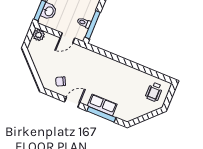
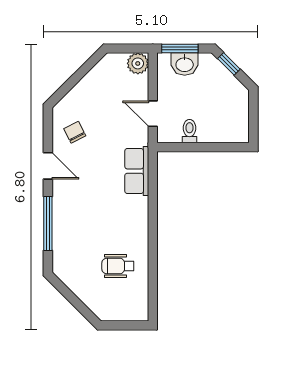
window: (93, 25) -> (192, 147), removed
wheelchair: (154, 92) -> (118, 266), moved
row of seats: (102, 105) -> (137, 171), moved, turned 180

